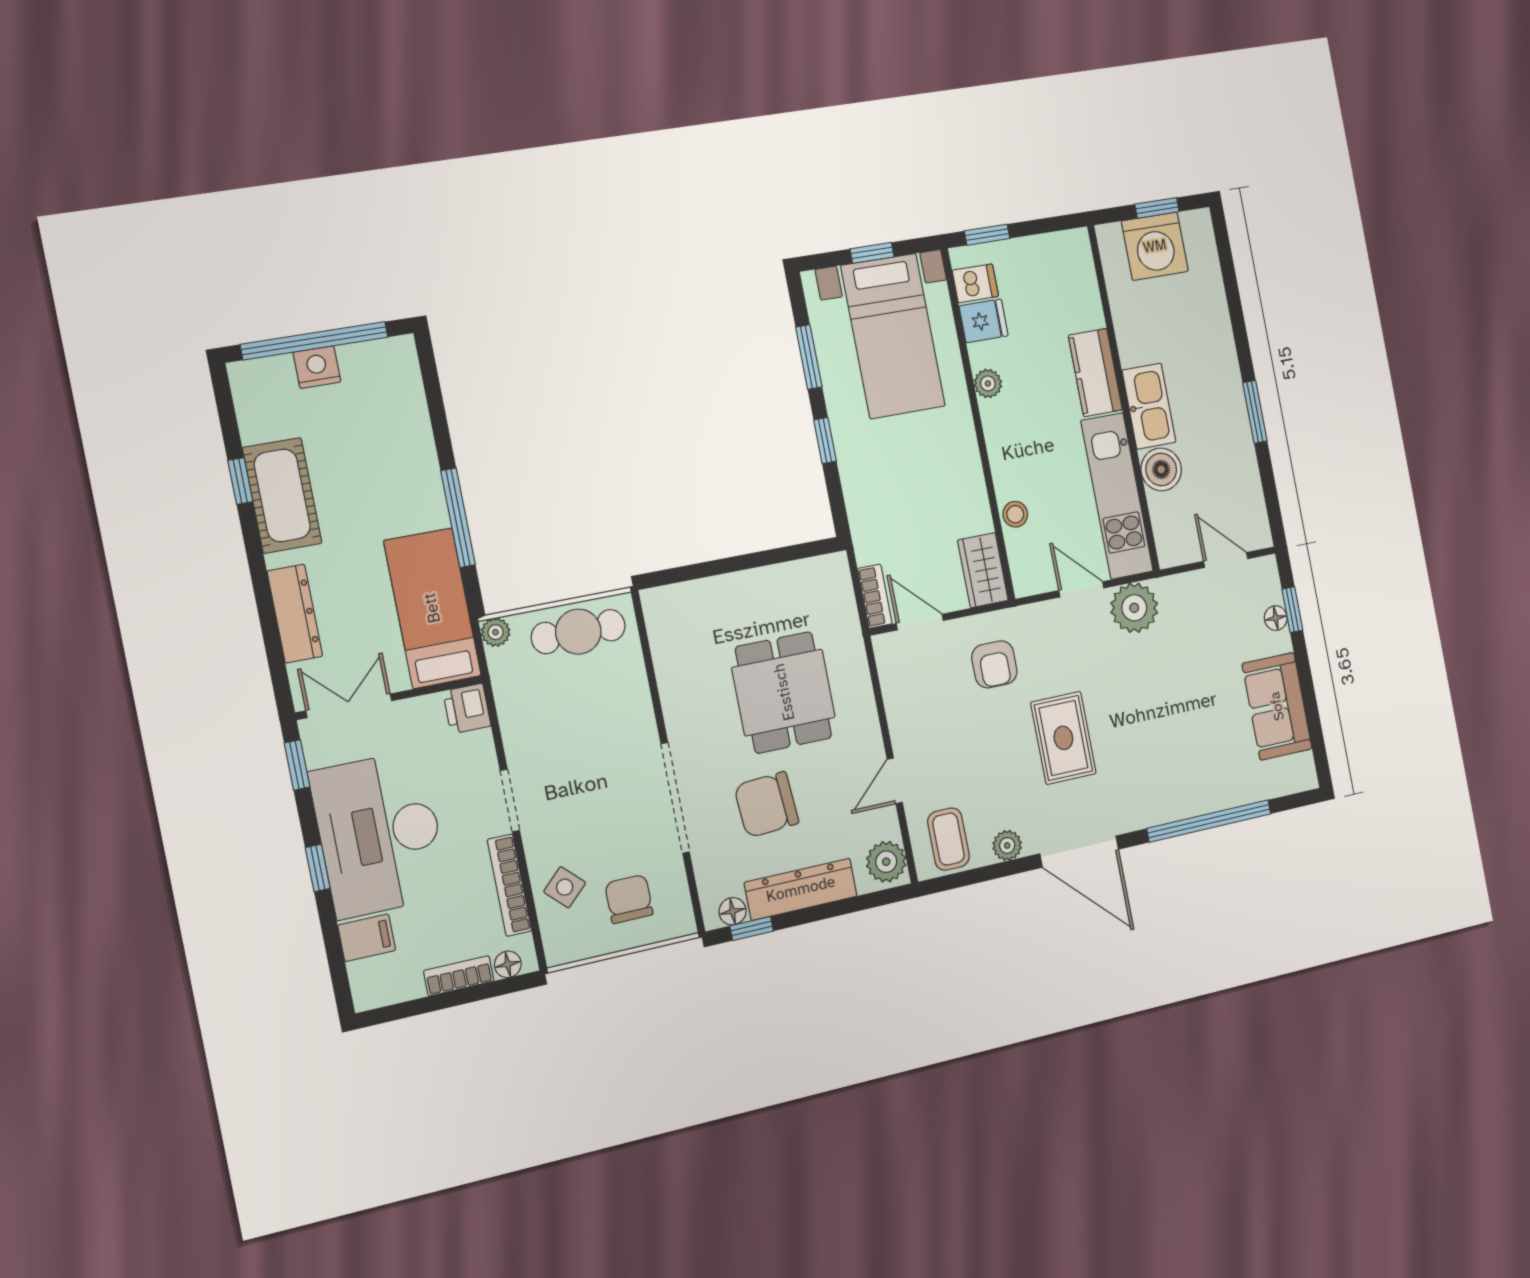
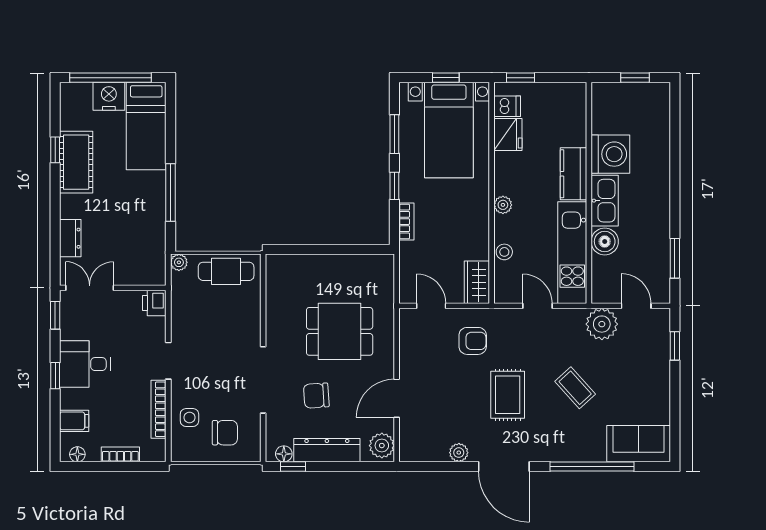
washing machine: (1155, 246) -> (610, 154), moved, turned -90
fridge: (984, 321) -> (508, 135), width x1.38
nightstand: (317, 367) -> (109, 96), width x1.36, depth x1.33
plant: (988, 383) -> (503, 205), moved
window: (1255, 412) -> (675, 258), moved
bookcase: (875, 596) -> (406, 222), moved
bed: (432, 608) -> (146, 126), moved, turned 180
plant: (1134, 608) -> (602, 324), moved
dresser: (295, 614) -> (70, 238), width x0.70
floor lamp: (1276, 618) -> (662, 349), removed
armchair: (994, 664) -> (473, 341), turned -90
dining table: (784, 692) -> (340, 331), turned 90
sofa: (1277, 706) -> (639, 444), moved, turned 90
door: (895, 781) -> (397, 398), width x1.38
chair: (766, 805) -> (316, 396), width x0.73, depth x0.73
desk: (380, 834) -> (85, 364), width x0.53, depth x0.77
coffee table: (948, 839) -> (575, 388), moved, turned -42
side table: (565, 887) -> (189, 418), turned 45
chair: (629, 899) -> (225, 433), turned 90
floor lamp: (508, 964) -> (77, 454), moved

